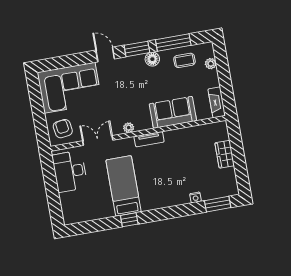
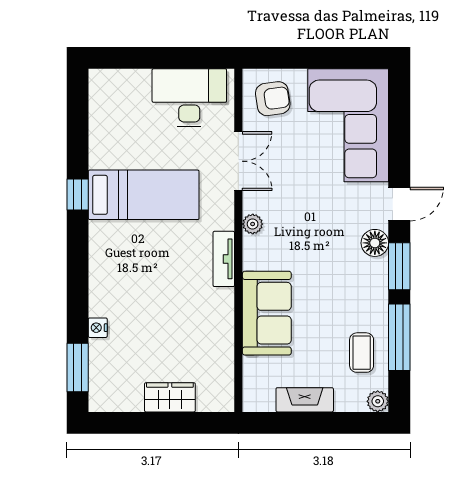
floor lamp: (152, 59) -> (375, 243), moved
plant: (211, 64) -> (378, 401), moved
fireplace: (217, 102) -> (305, 400), moved

